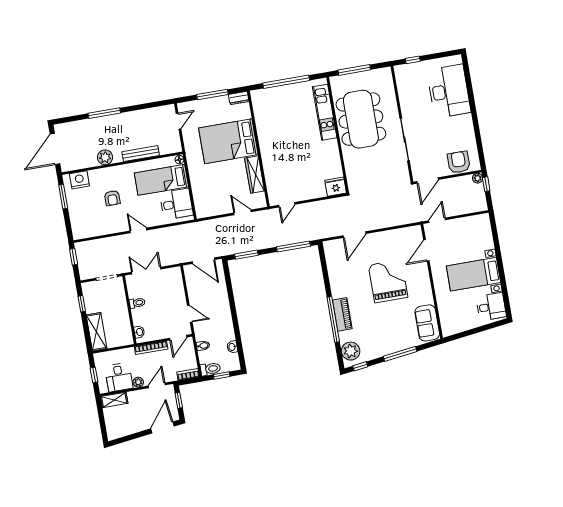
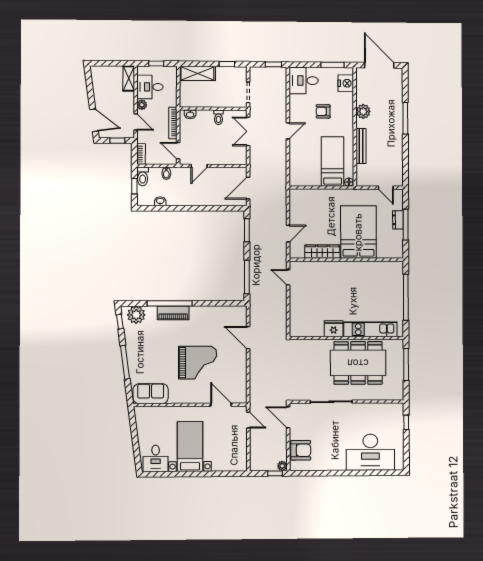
dresser: (239, 98) -> (398, 220), moved
fridge: (336, 187) -> (334, 329), moved, turned -90
desk: (176, 204) -> (304, 81), moved, turned 90
double door: (146, 271) -> (248, 131), swing flipped

